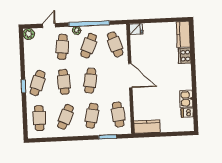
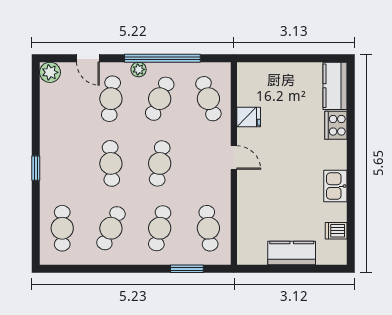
door: (49, 25) -> (88, 58), swing flipped
fridge: (136, 29) -> (249, 117), moved
door: (130, 76) -> (234, 158), width x0.53
cafe table: (38, 83) -> (62, 163), removed
kitchen sink: (186, 99) -> (335, 186), moved
kitchen counter: (147, 127) -> (292, 253), moved

